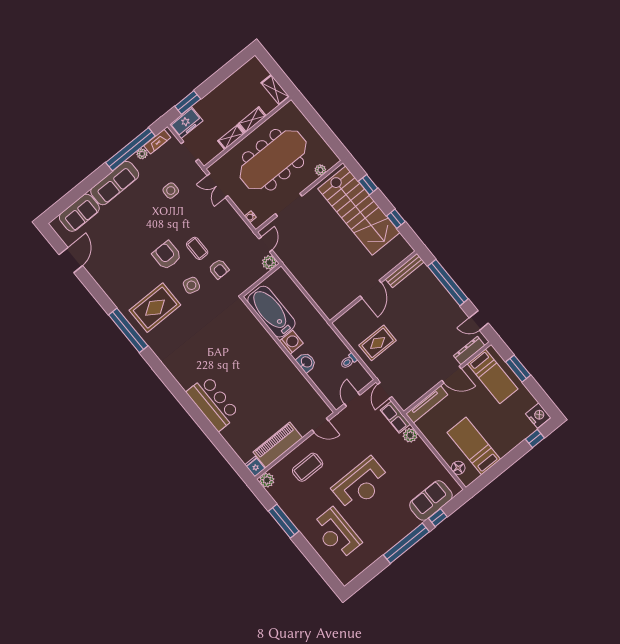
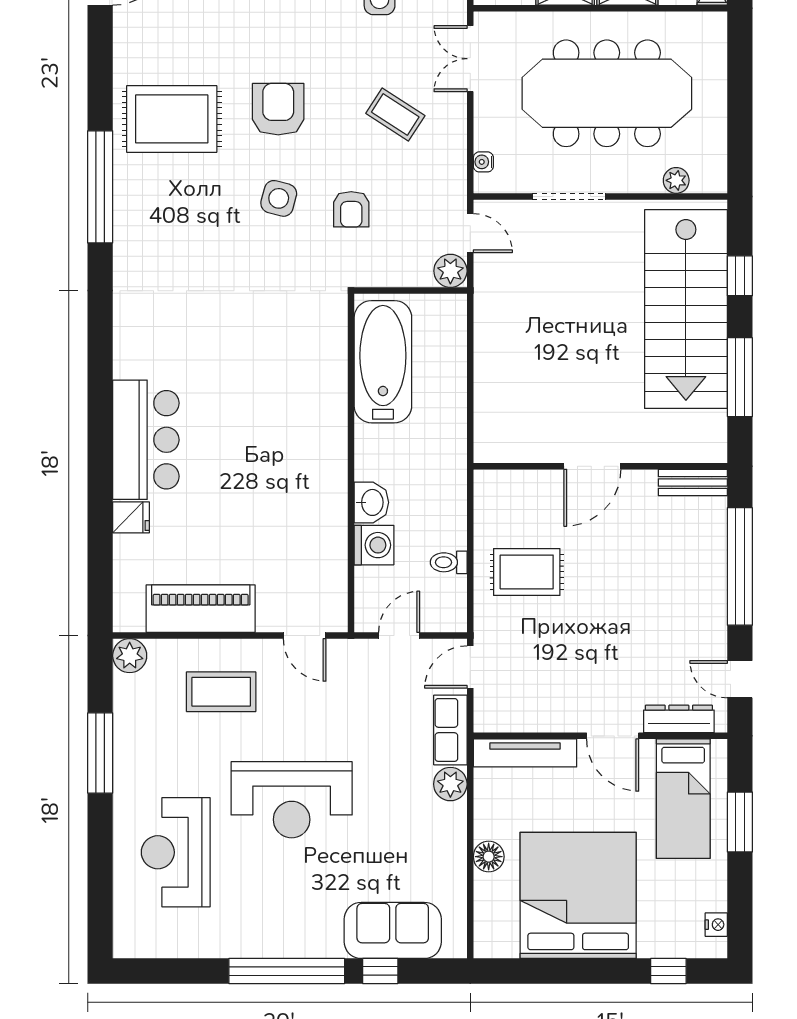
window: (396, 219) -> (740, 377), width x2.17
door: (265, 244) -> (470, 233), hinge flipped
coffee table: (197, 248) -> (395, 114), moved, turned -57
bench: (405, 271) -> (693, 482), width x0.73
rug: (155, 308) -> (172, 119), moved
washing machine: (291, 342) -> (374, 545), moved
nightstand: (538, 416) -> (716, 925), width x0.53, depth x0.56
bed: (474, 446) -> (578, 895), width x2.04
fridge: (255, 467) -> (131, 517), moved, turned 90
floor lamp: (458, 468) -> (489, 857), moved

